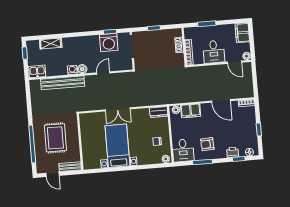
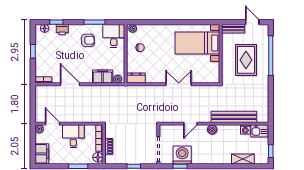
floor lamp: (189, 34) -> (98, 157), added
washing machine: (72, 70) -> (245, 129), moved
bed with nightstands: (117, 146) -> (197, 43), moved, turned 90

